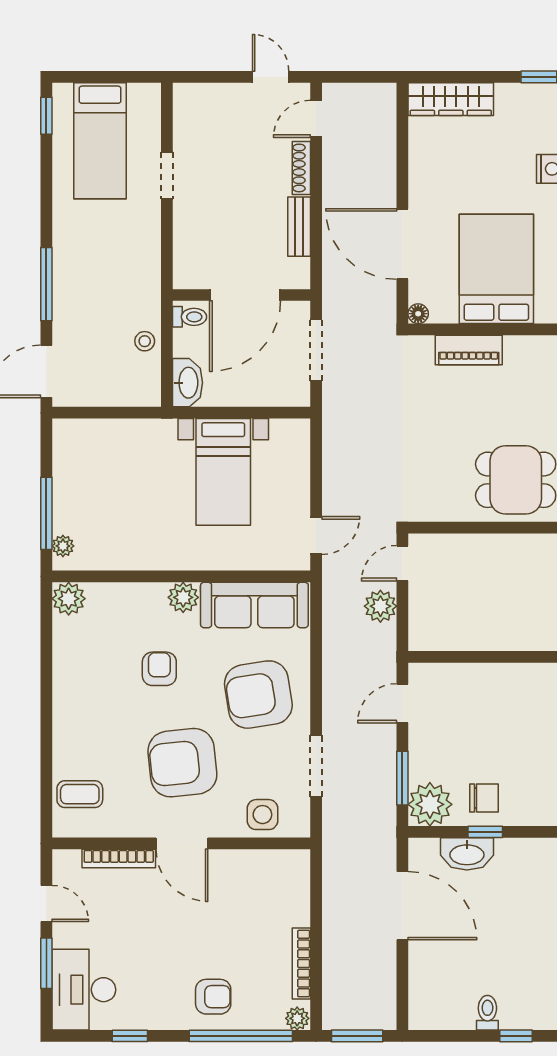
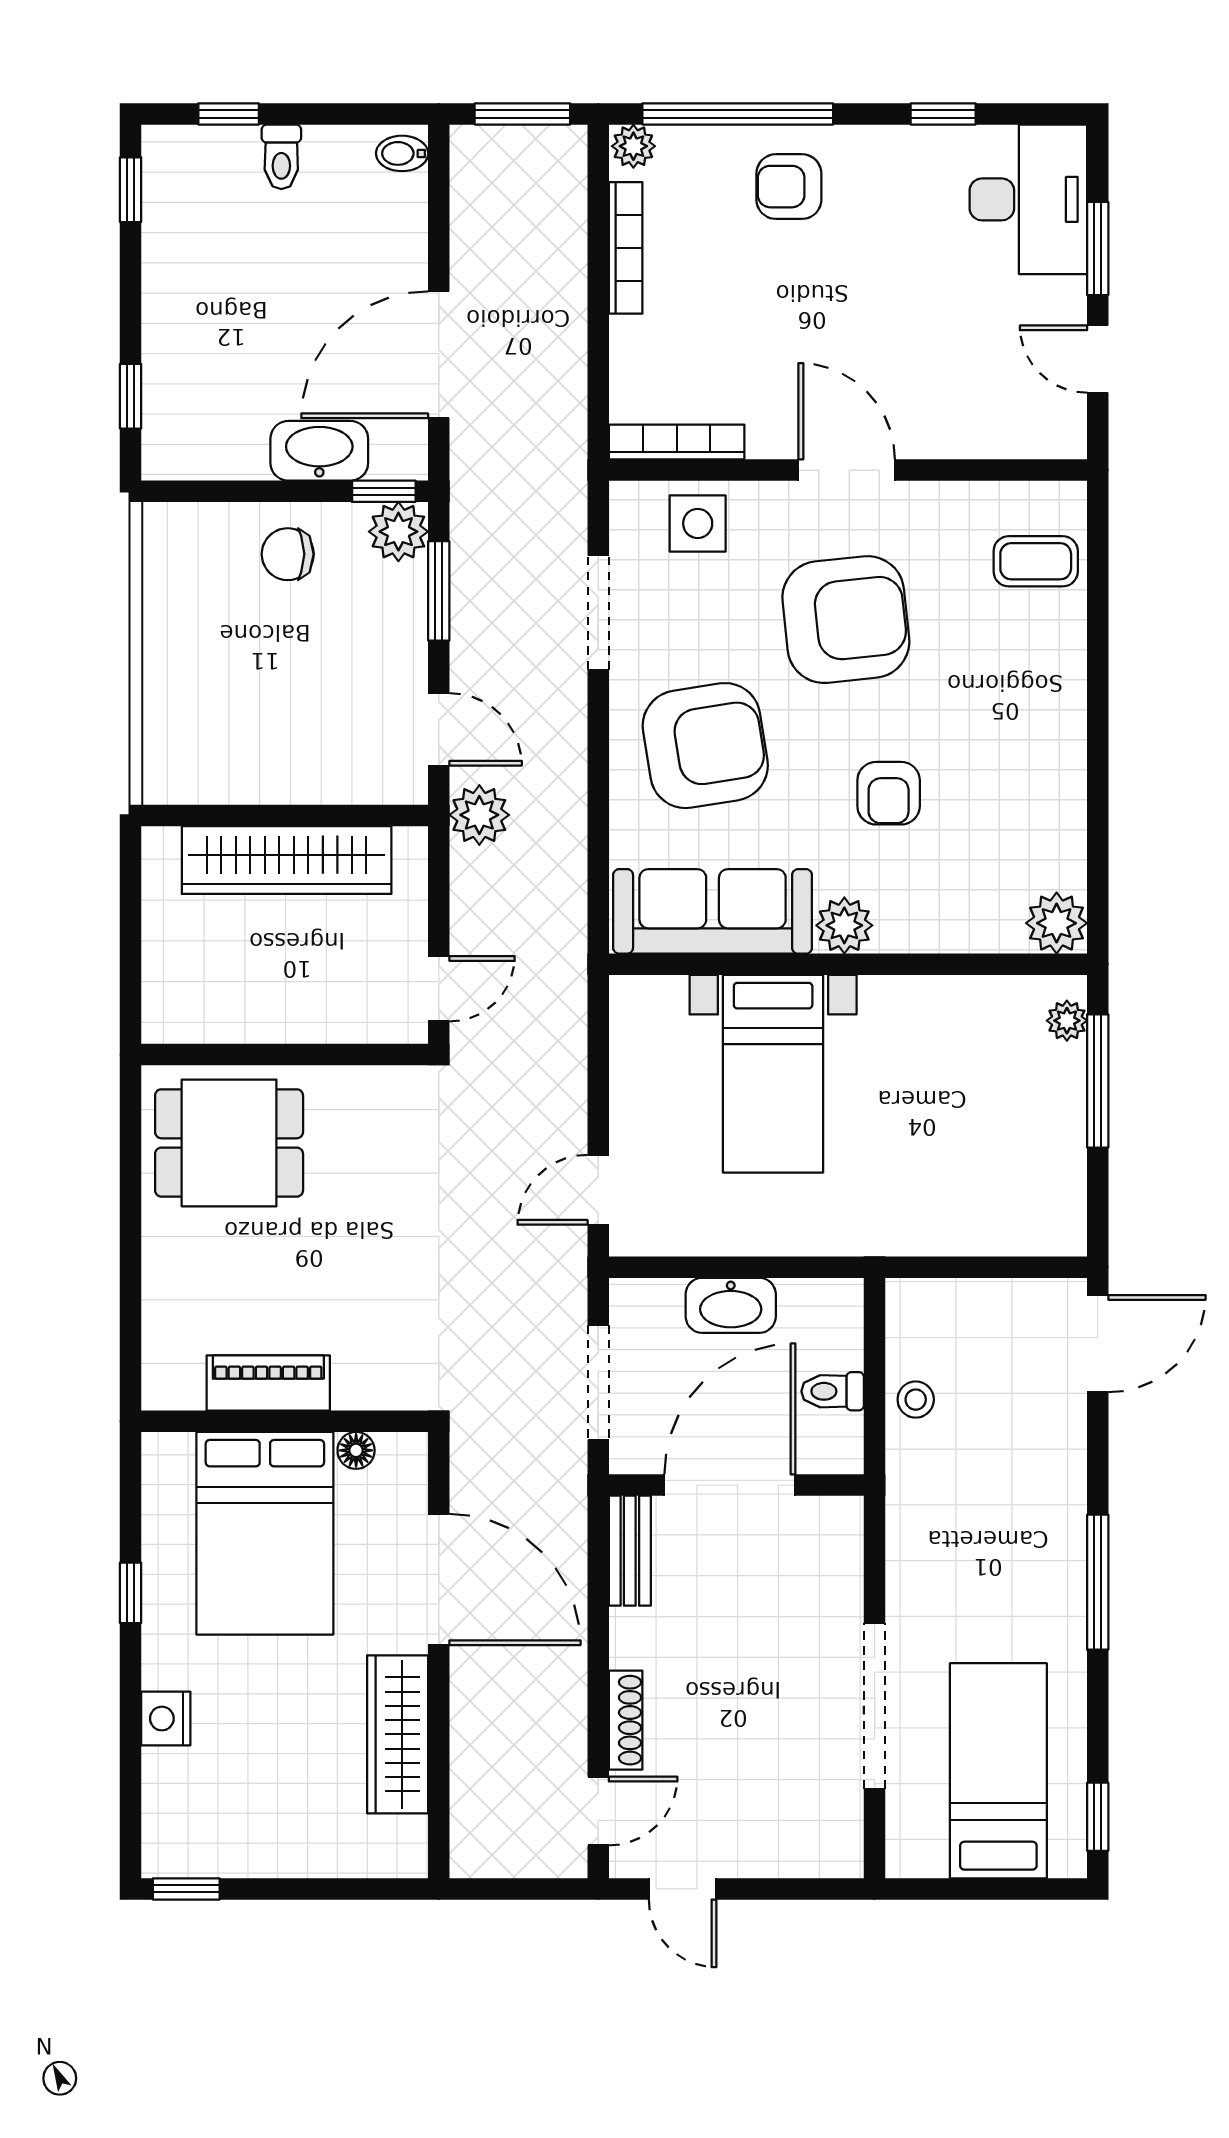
wardrobe: (451, 99) -> (398, 1734), moved, turned -90
doorway: (167, 176) -> (875, 1706), width x1.87
bench: (299, 227) -> (630, 1551), moved
window: (46, 284) -> (1098, 1582), moved
floor lamp: (418, 314) -> (356, 1450), moved
toilet: (190, 317) -> (833, 1391), moved
piano: (469, 350) -> (268, 1383), moved
washbasin: (188, 383) -> (731, 1305), moved, turned -90
bed with nightstands: (223, 472) -> (773, 1074), moved, turned 180
door: (316, 536) -> (598, 1190), moved
plant: (380, 606) -> (479, 815), moved
wardrobe: (485, 633) -> (287, 860), added
door: (402, 703) -> (439, 729), hinge flipped
plant: (430, 804) -> (398, 532), width x0.73, depth x0.73
window: (485, 832) -> (384, 491), moved
bookcase: (119, 859) -> (677, 442), moved
door: (402, 906) -> (439, 355), hinge flipped
bidet: (422, 1015) -> (402, 153), added

